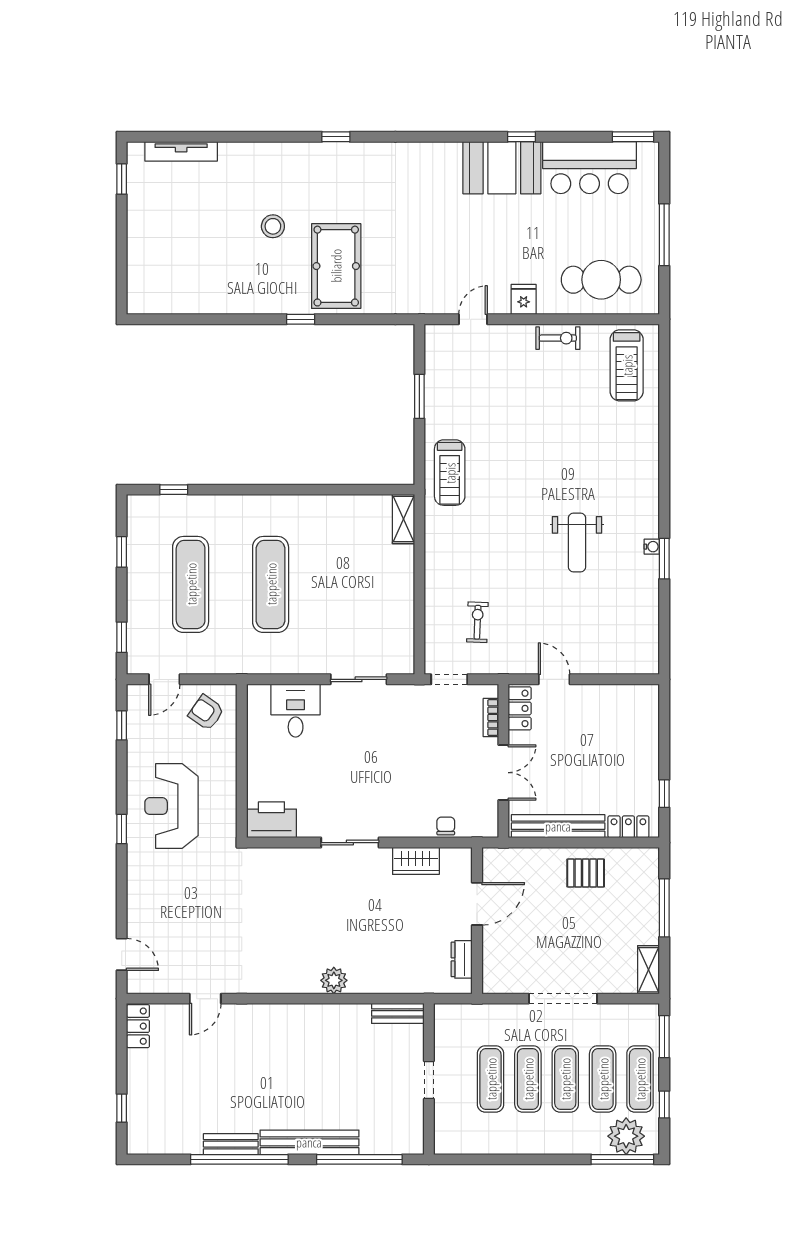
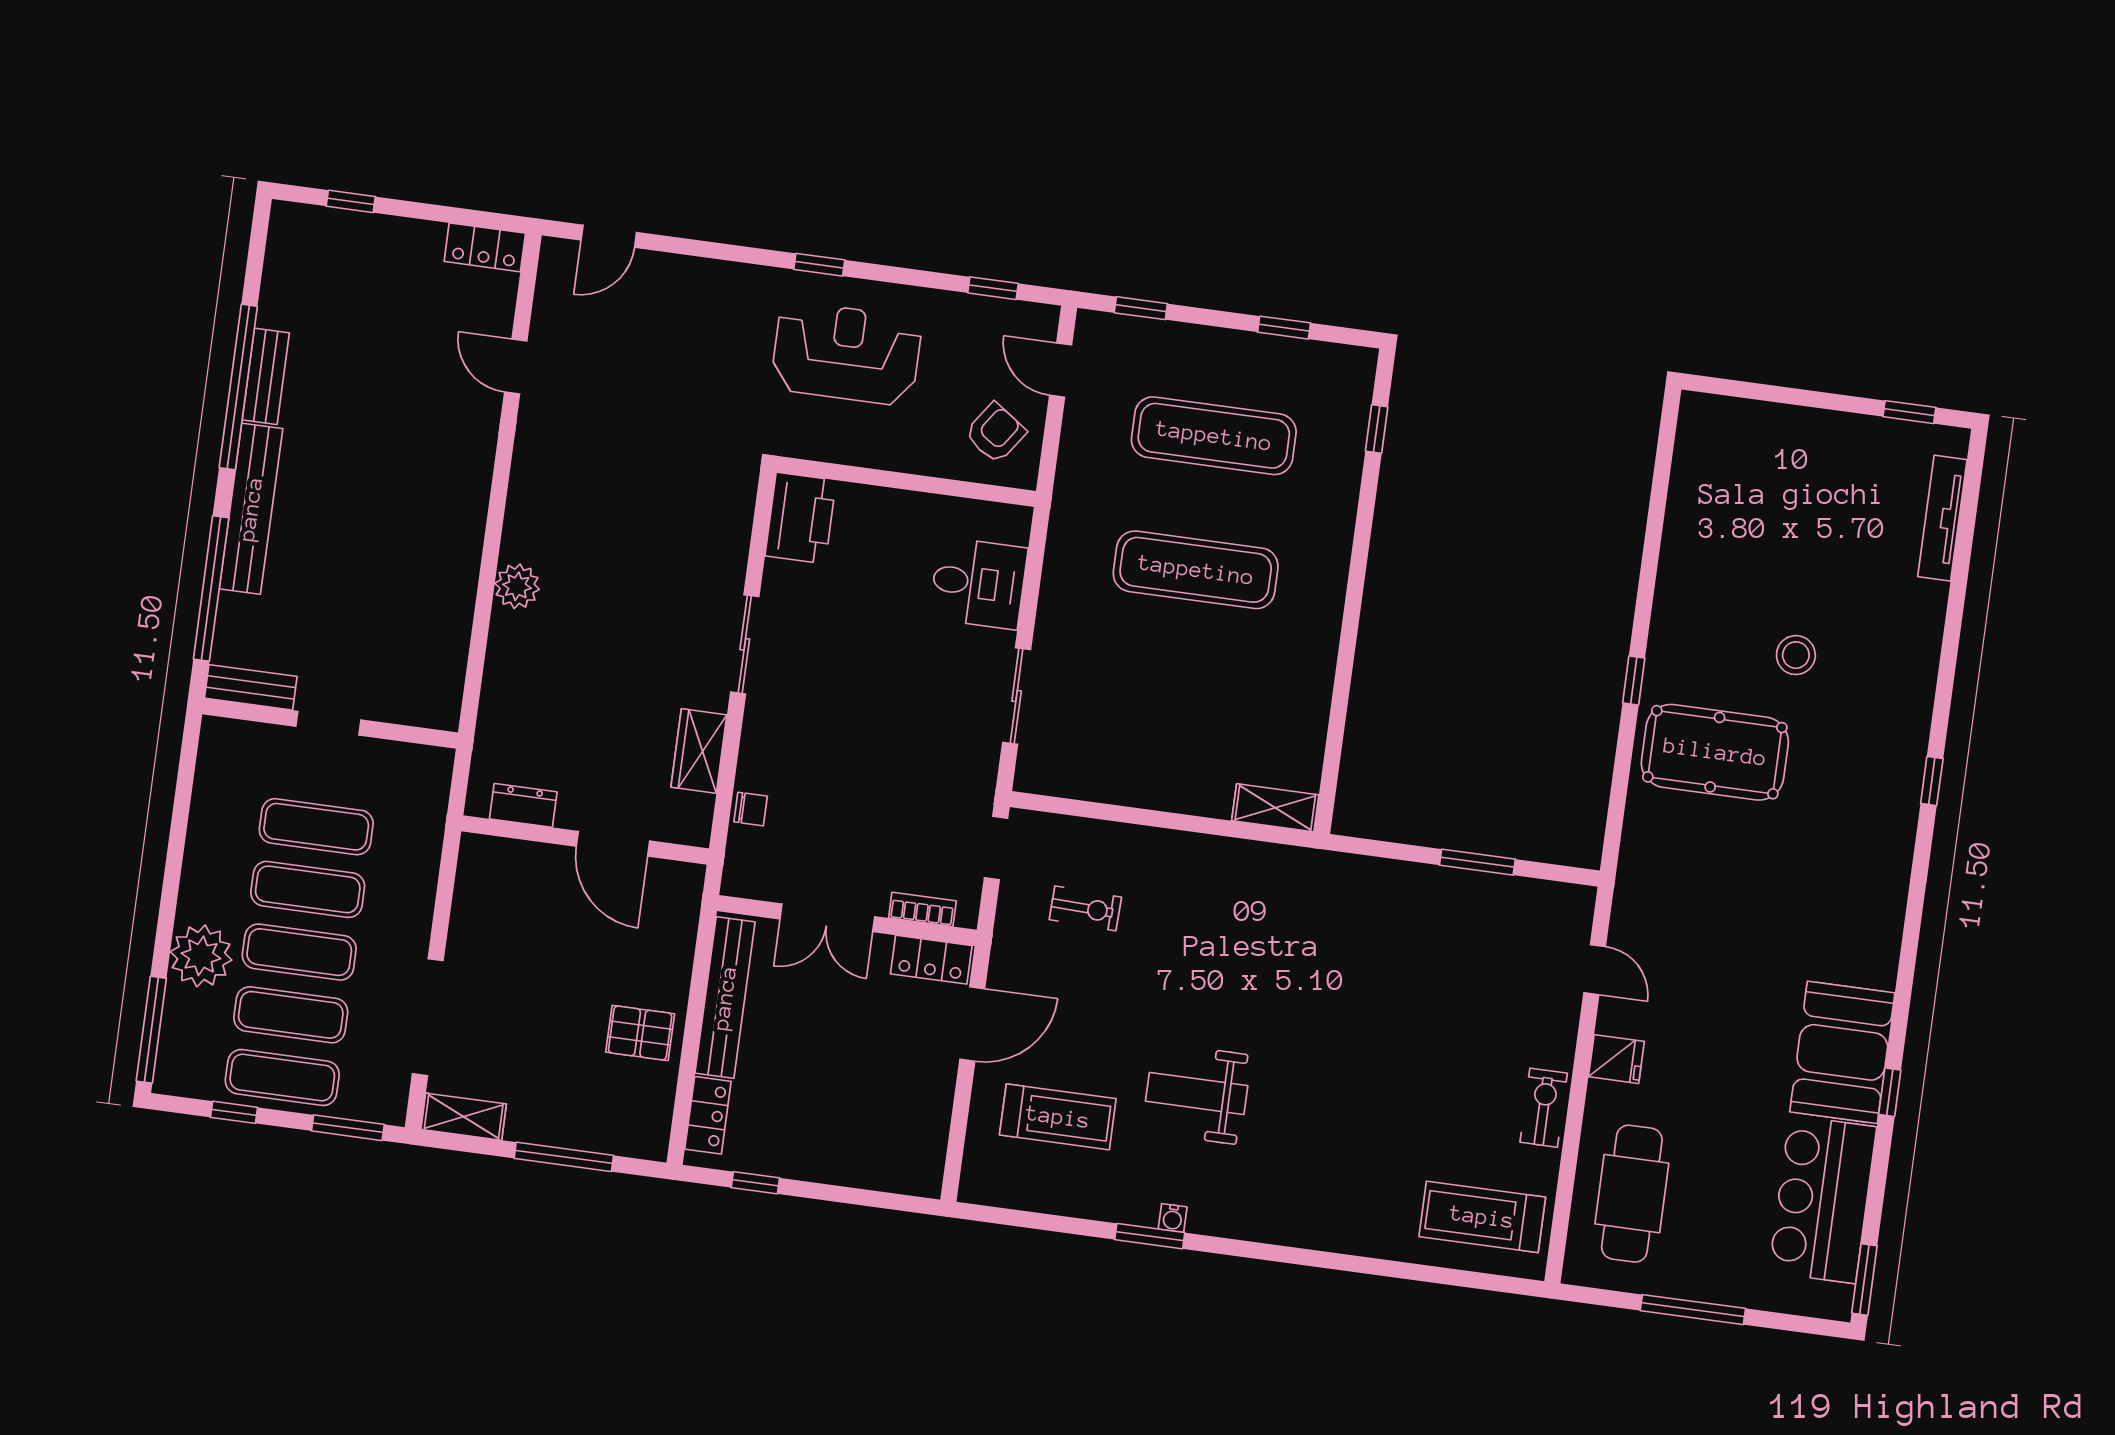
exercise bike: (558, 338) -> (1544, 1108), turned 180
treadmill: (450, 473) -> (1058, 1117), moved, turned 180
door: (554, 679) -> (972, 1024), width x1.38
pallet: (586, 873) -> (640, 1033), turned 90
doorway: (563, 999) -> (428, 1017), moved
bench: (398, 1013) -> (251, 687), moved, turned 90
plant: (626, 1136) -> (201, 956), moved

